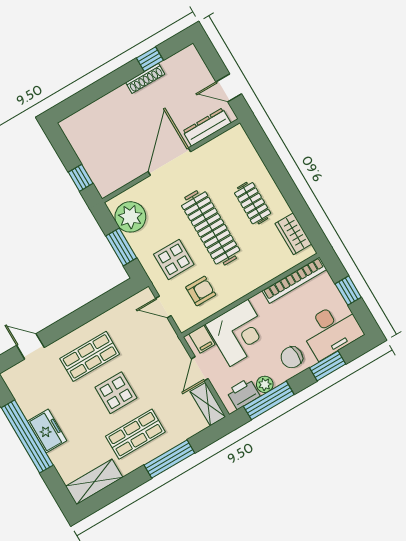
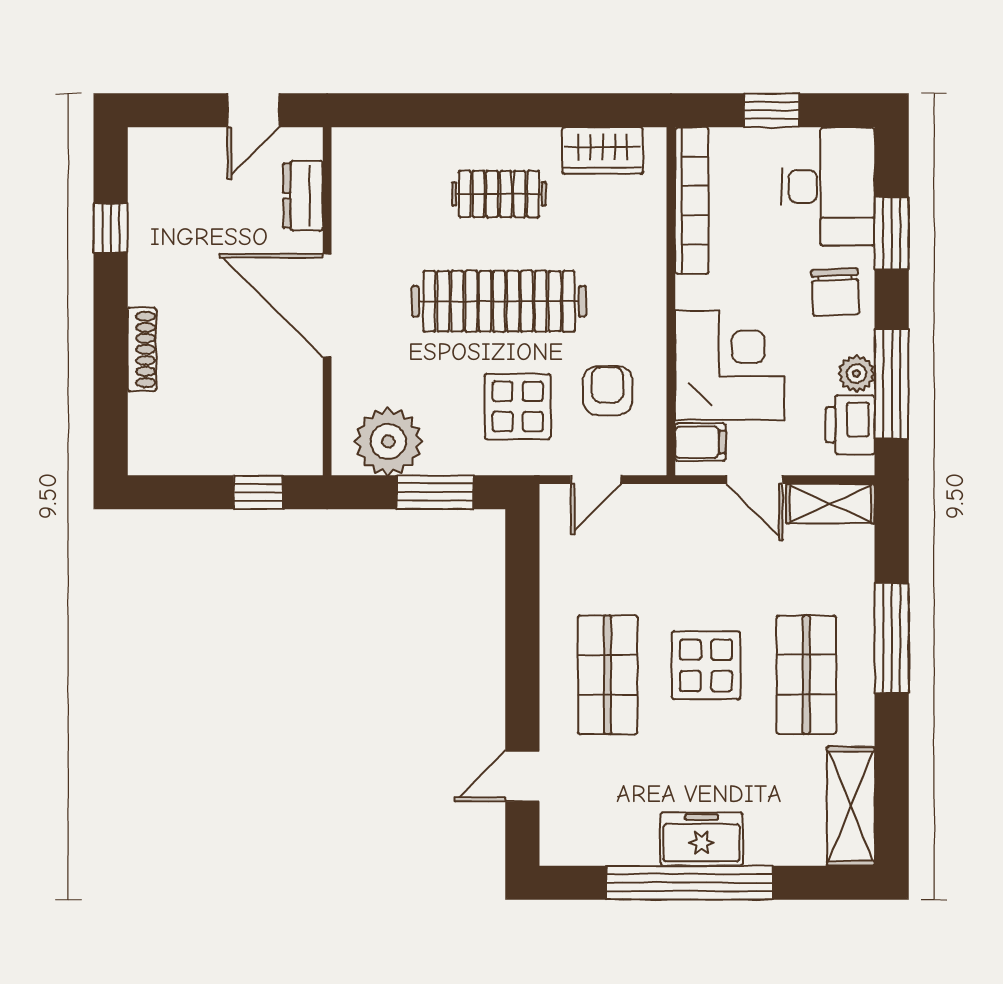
shoe rack: (145, 78) -> (142, 349), moved
dresser: (207, 127) -> (303, 196), width x0.70

